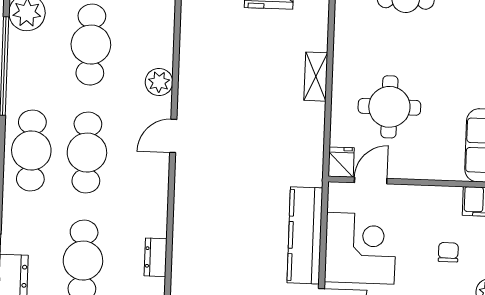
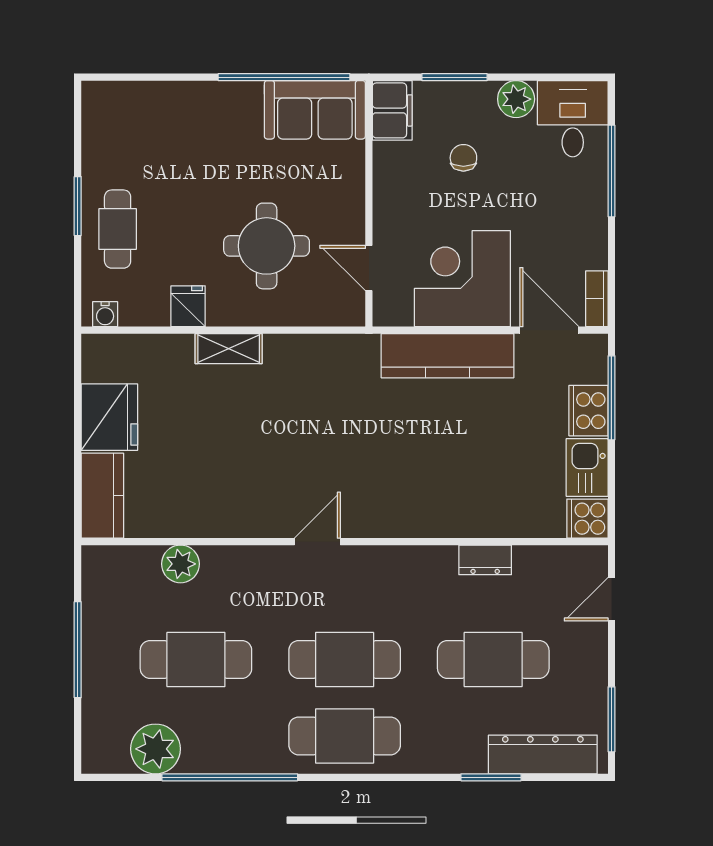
plant: (159, 82) -> (180, 564), moved
door: (173, 136) -> (317, 542), swing flipped
fridge: (341, 162) -> (188, 306), moved, turned 90
chair: (448, 252) -> (463, 158), turned 90

